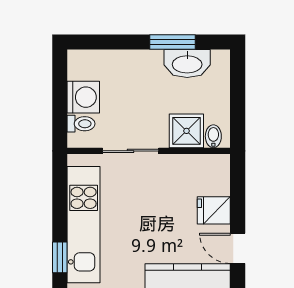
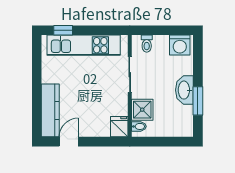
washbasin: (187, 64) -> (184, 90), moved
washing machine: (83, 97) -> (180, 45), moved
fridge: (214, 210) -> (119, 127), moved

